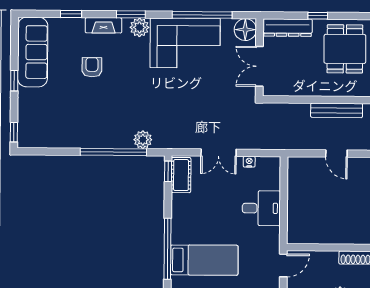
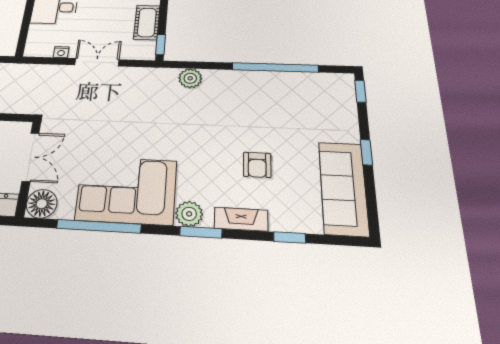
window: (113, 152) -> (275, 68), moved
cot: (181, 175) -> (147, 22), moved

